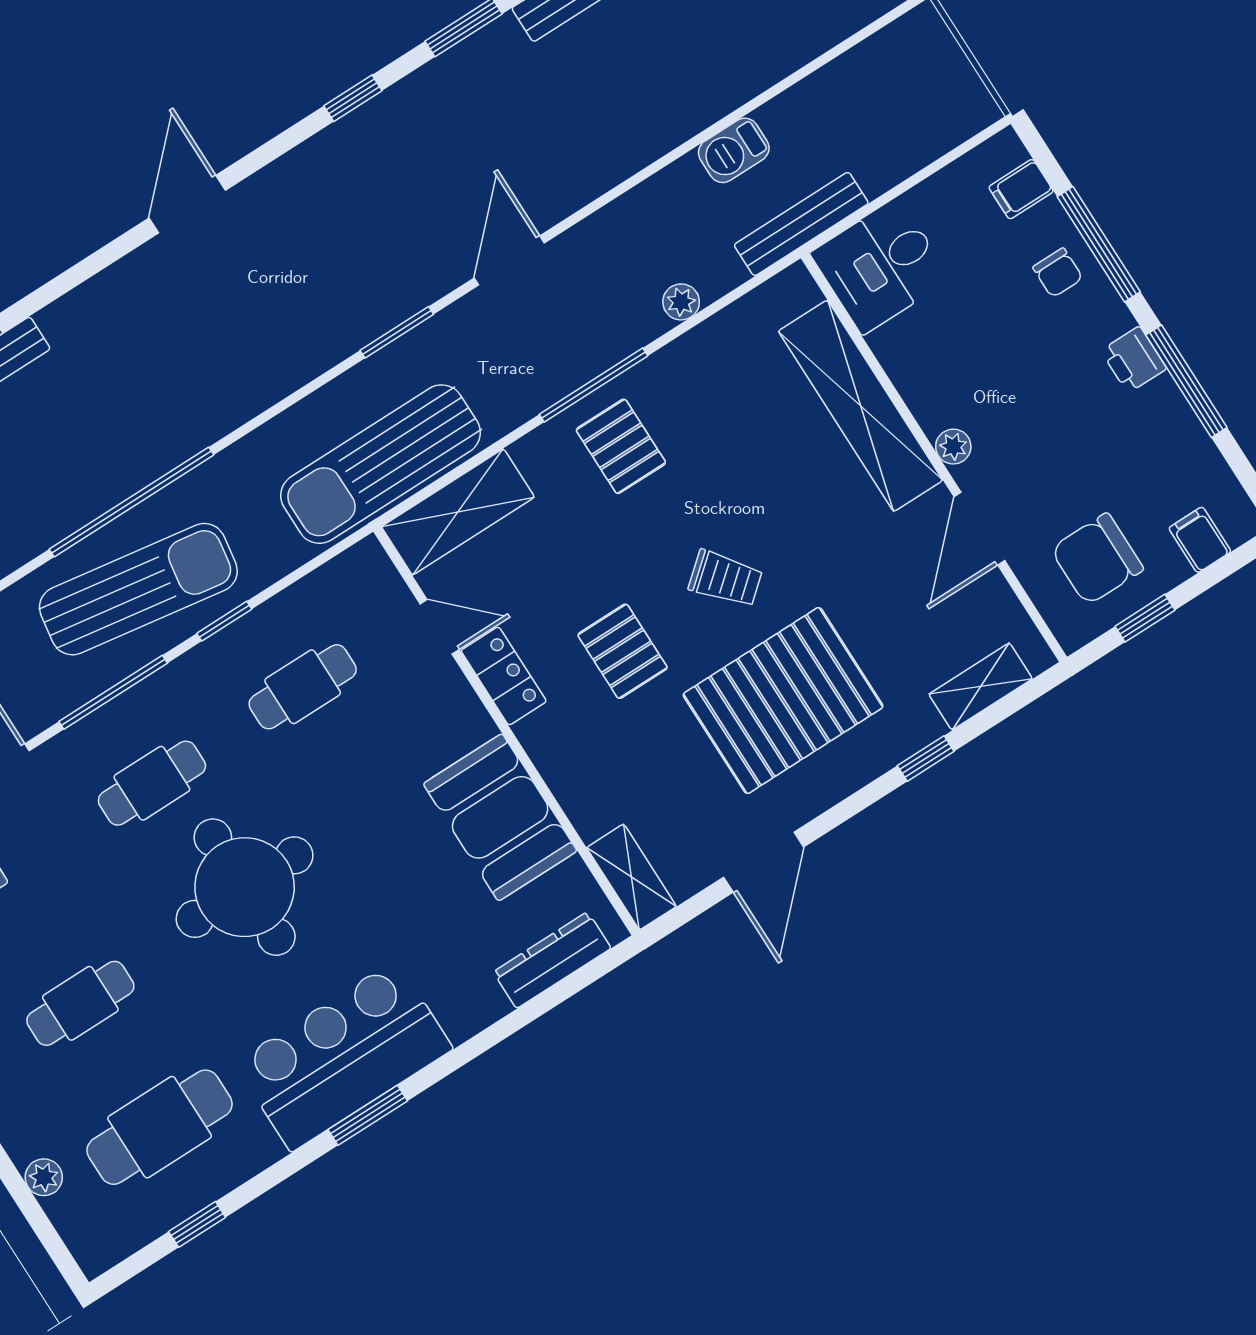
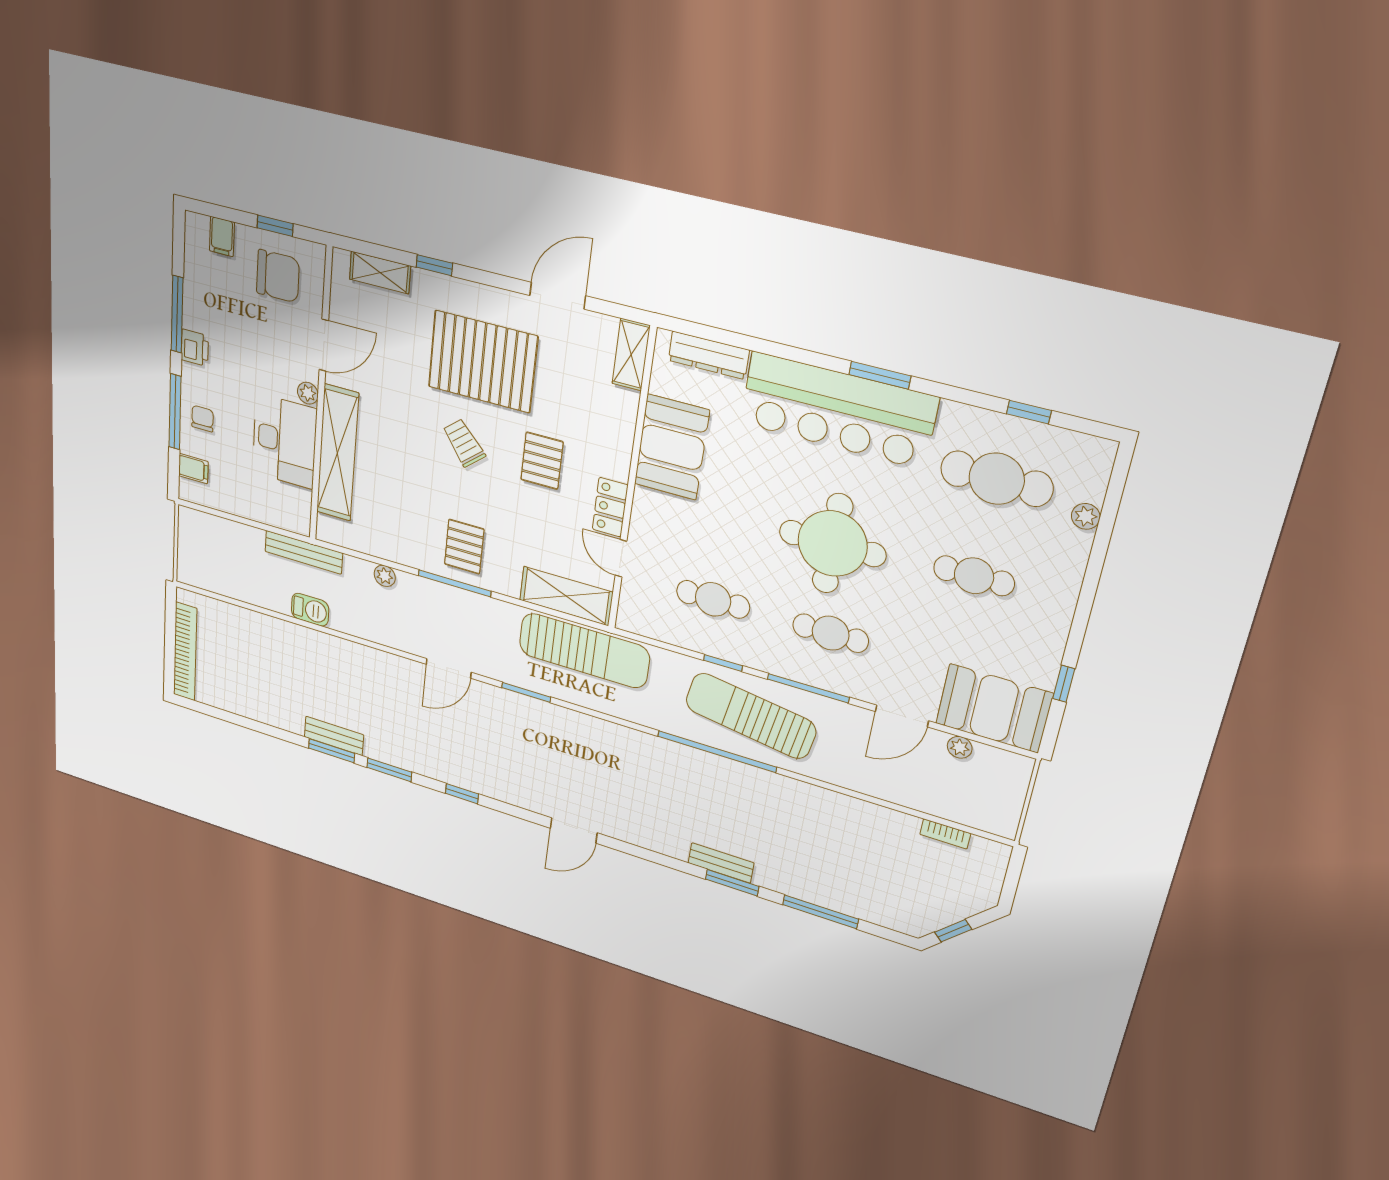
desk: (880, 266) -> (284, 441), moved, width x1.37
bar counter: (343, 1056) -> (838, 410), width x1.36

